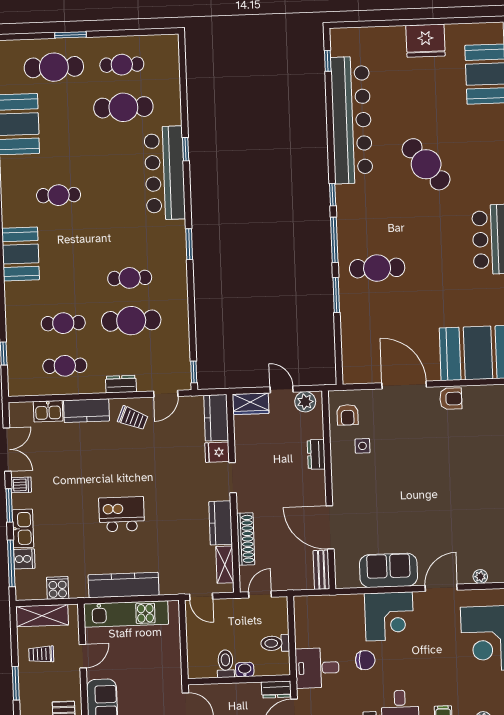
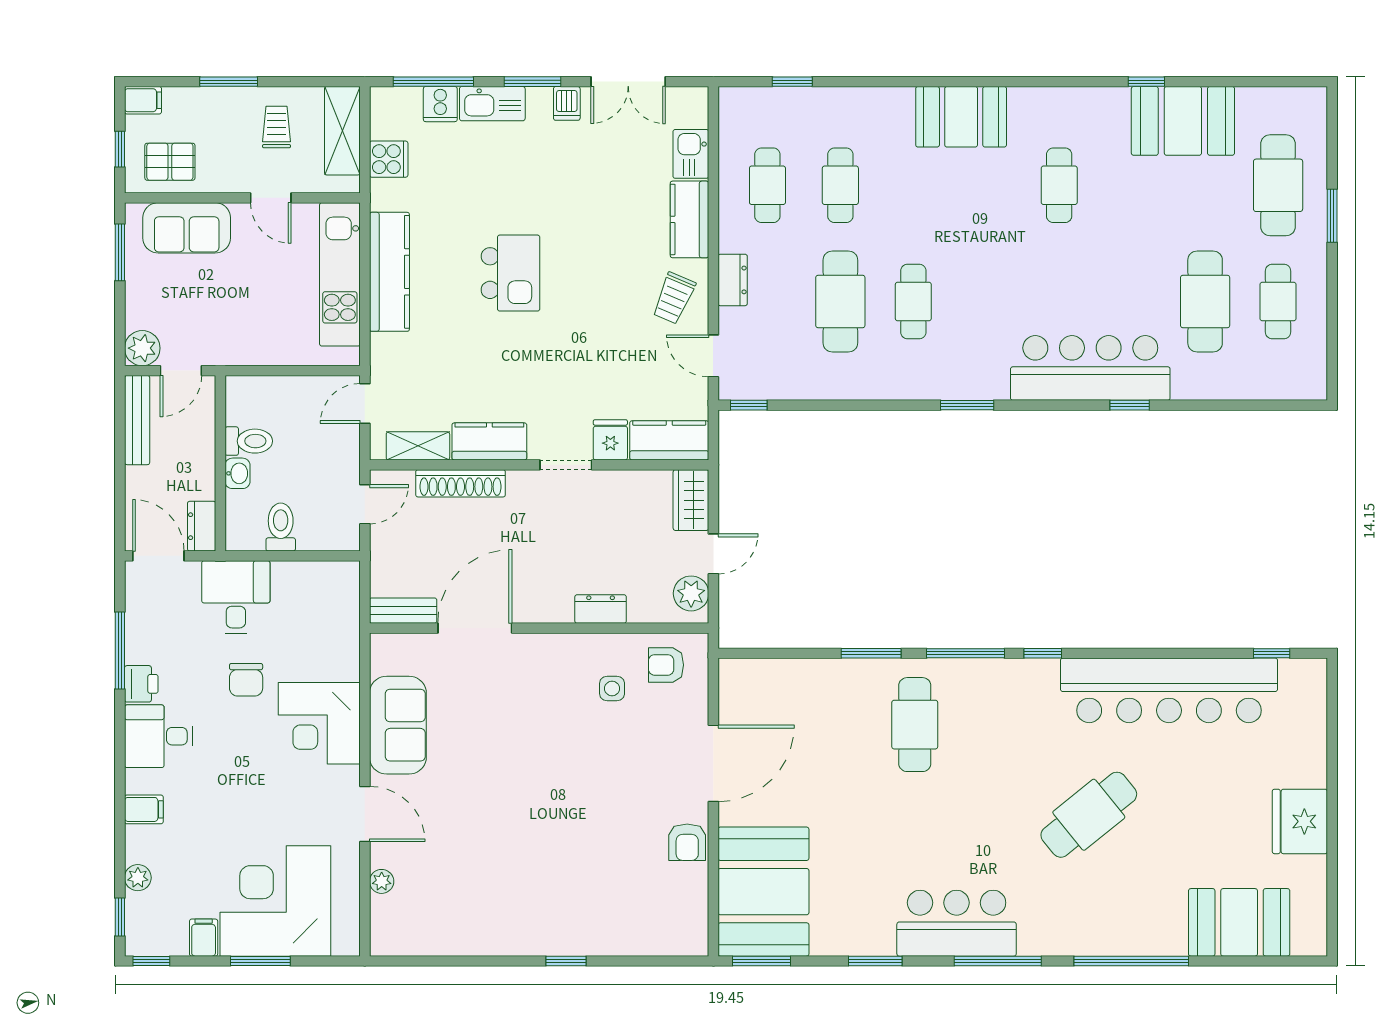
door: (260, 594) -> (365, 504), hinge flipped

